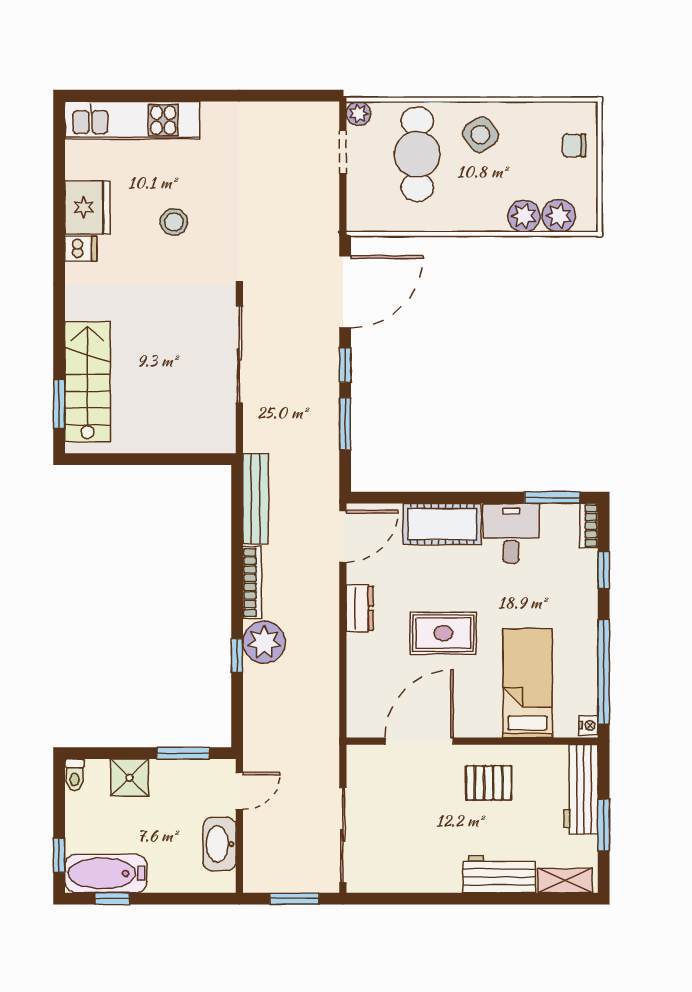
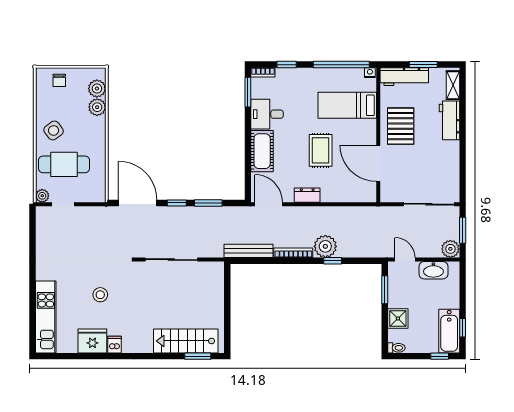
pallet: (489, 783) -> (401, 126), width x1.50, depth x1.42
plant: (259, 876) -> (450, 249), added

